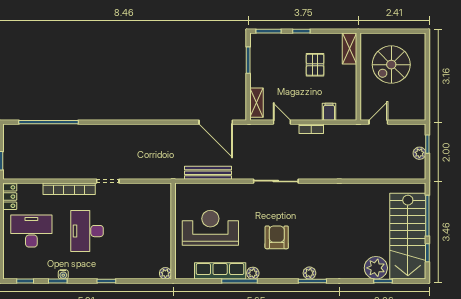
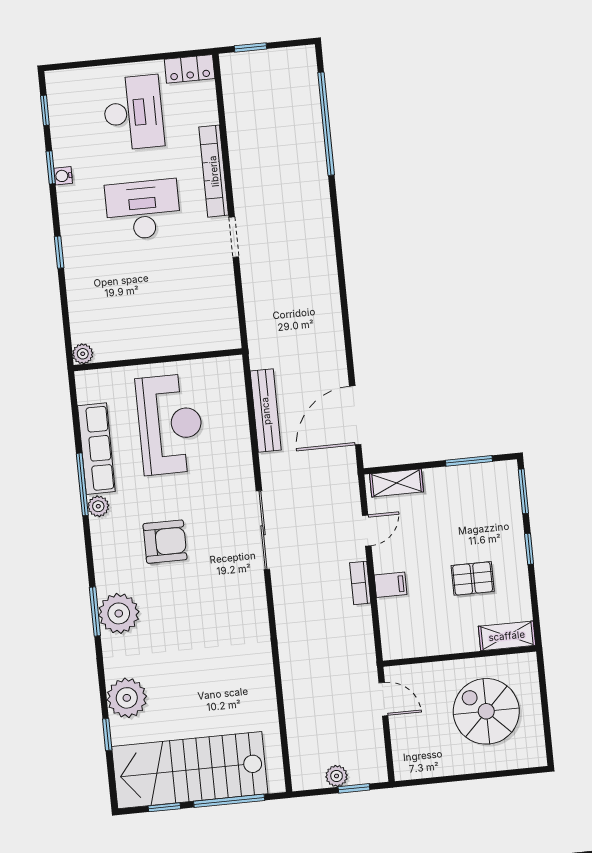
filing cabinet: (329, 112) -> (390, 585), moved
plant: (376, 268) -> (127, 698), moved
plant: (309, 273) -> (119, 613), width x1.88, depth x1.88

